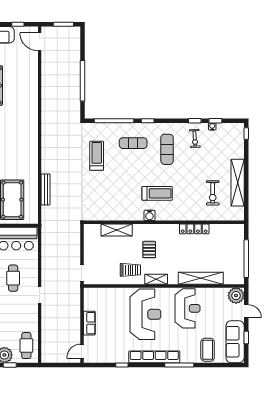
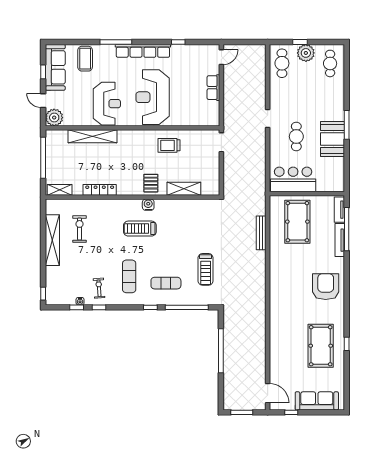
pallet: (149, 250) -> (151, 183), moved
shelving: (156, 279) -> (60, 190), moved
reception desk: (188, 308) -> (107, 104), turned 180

